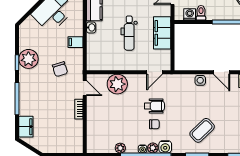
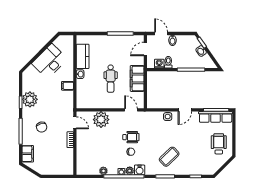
chair: (60, 69) -> (42, 127), moved
door: (155, 72) -> (131, 110), swing flipped
door: (222, 72) -> (185, 110), hinge flipped

